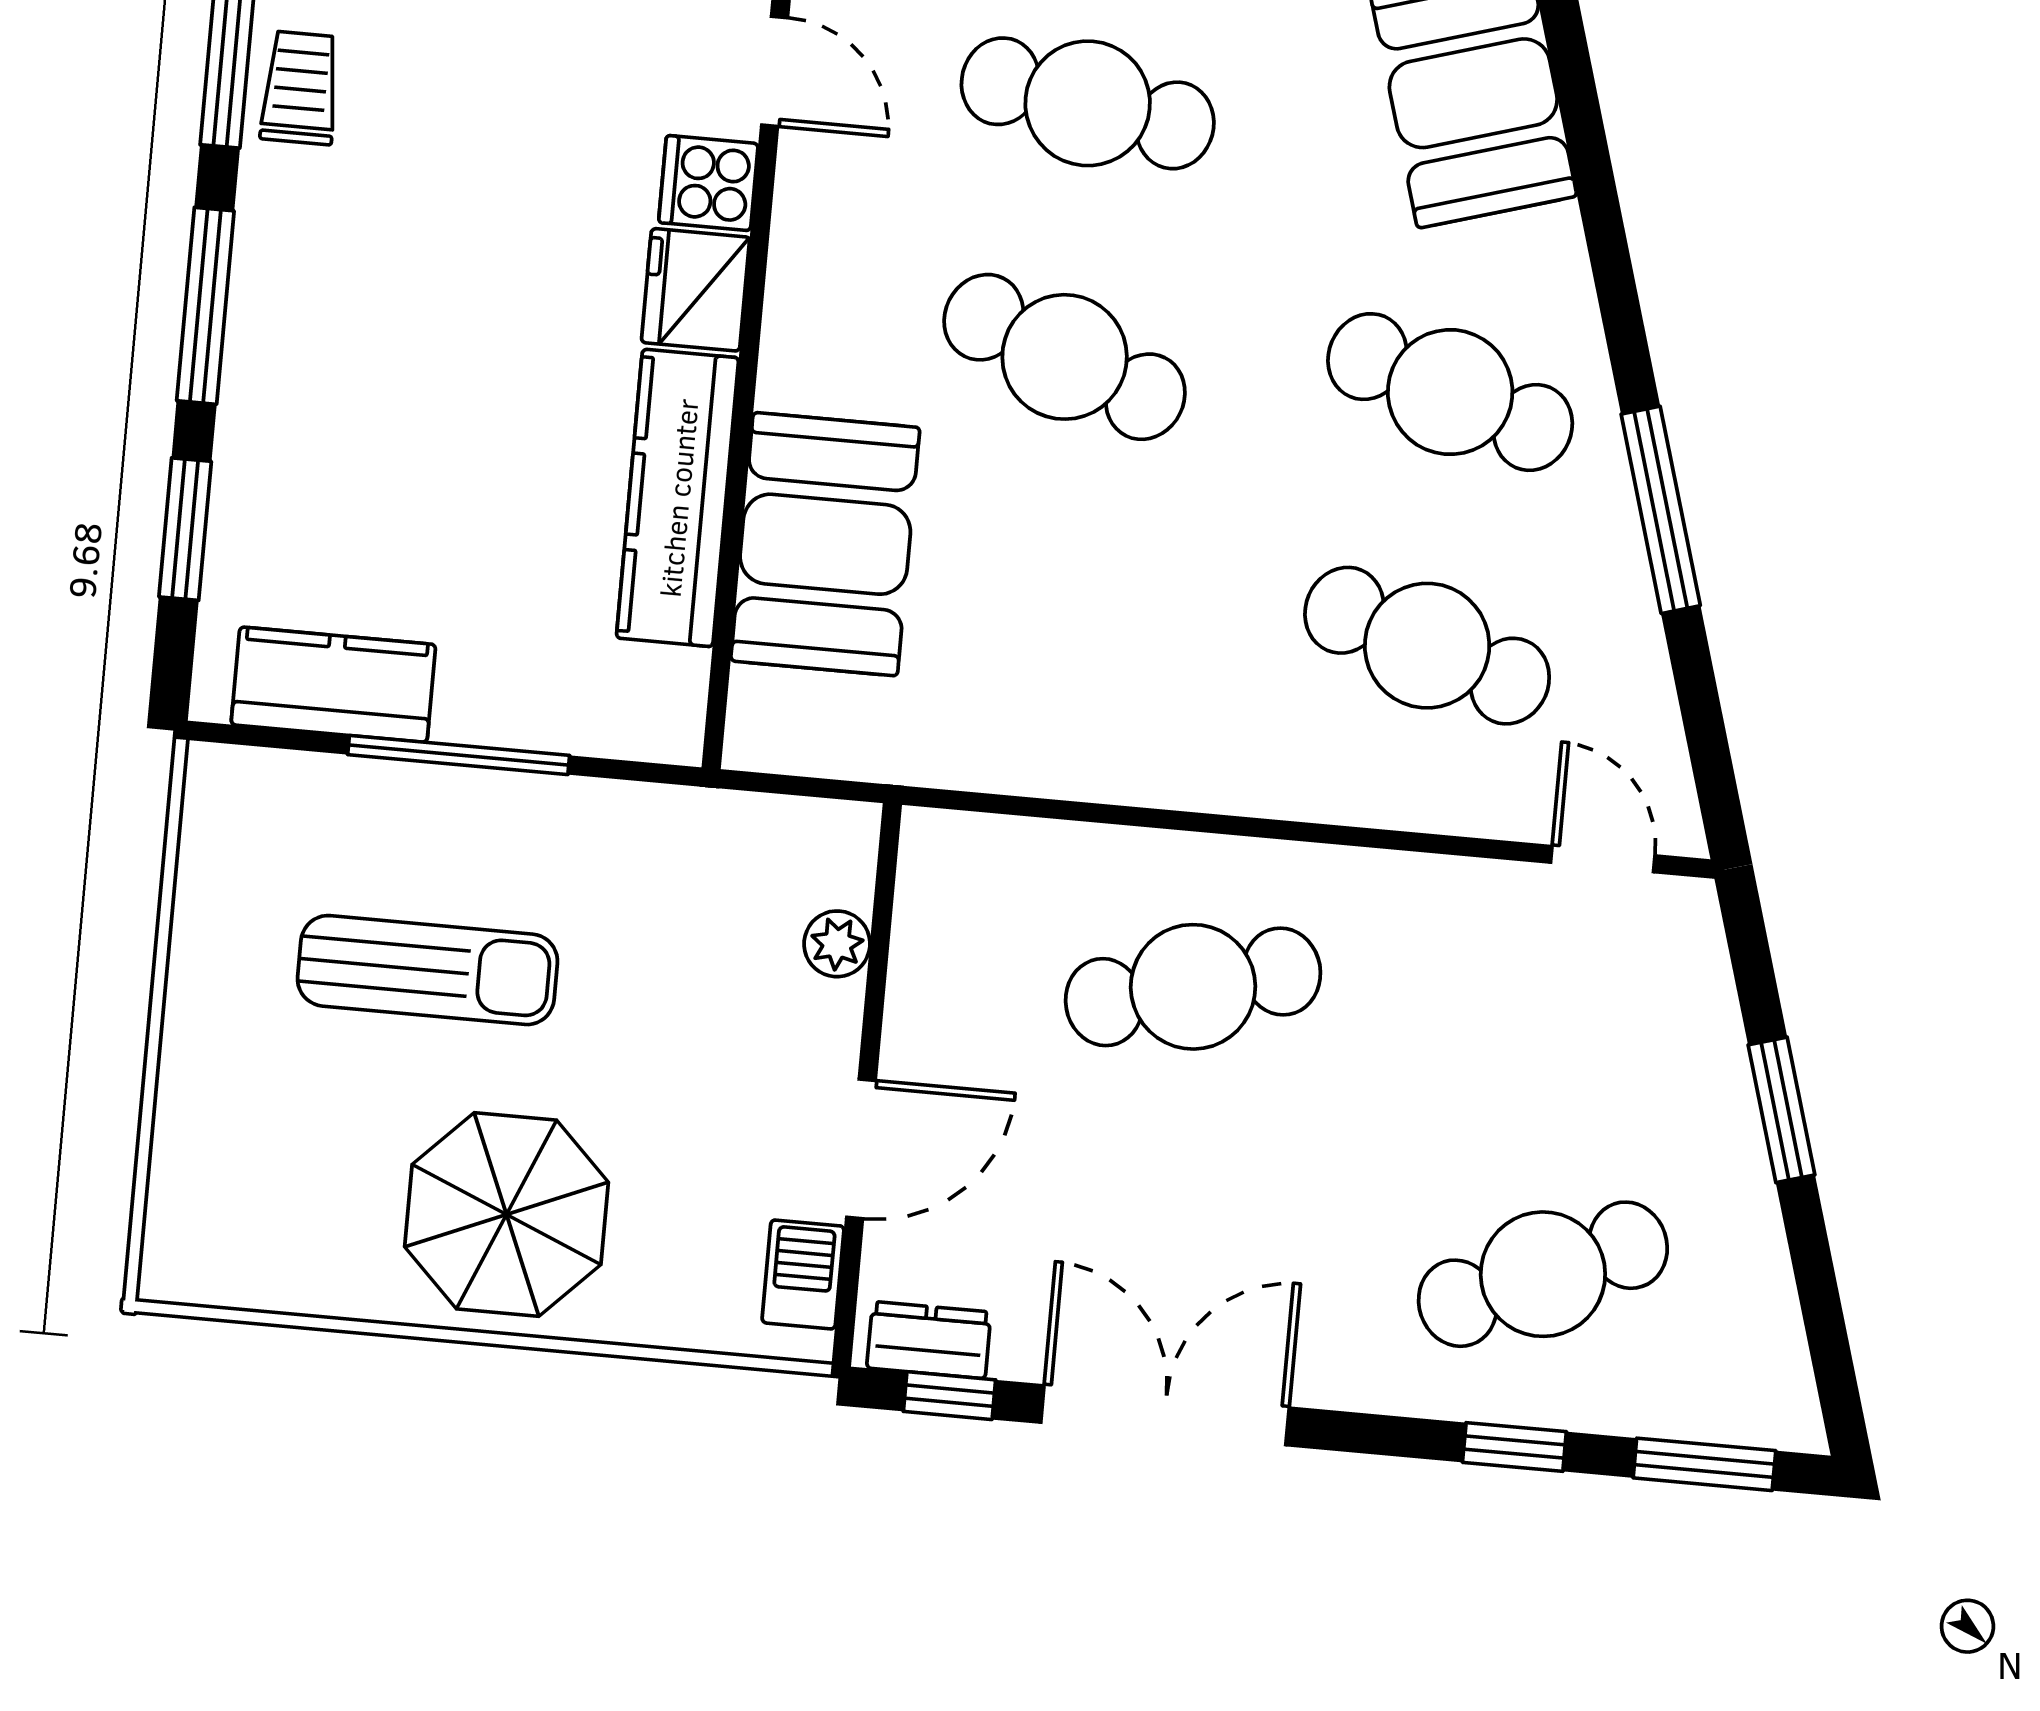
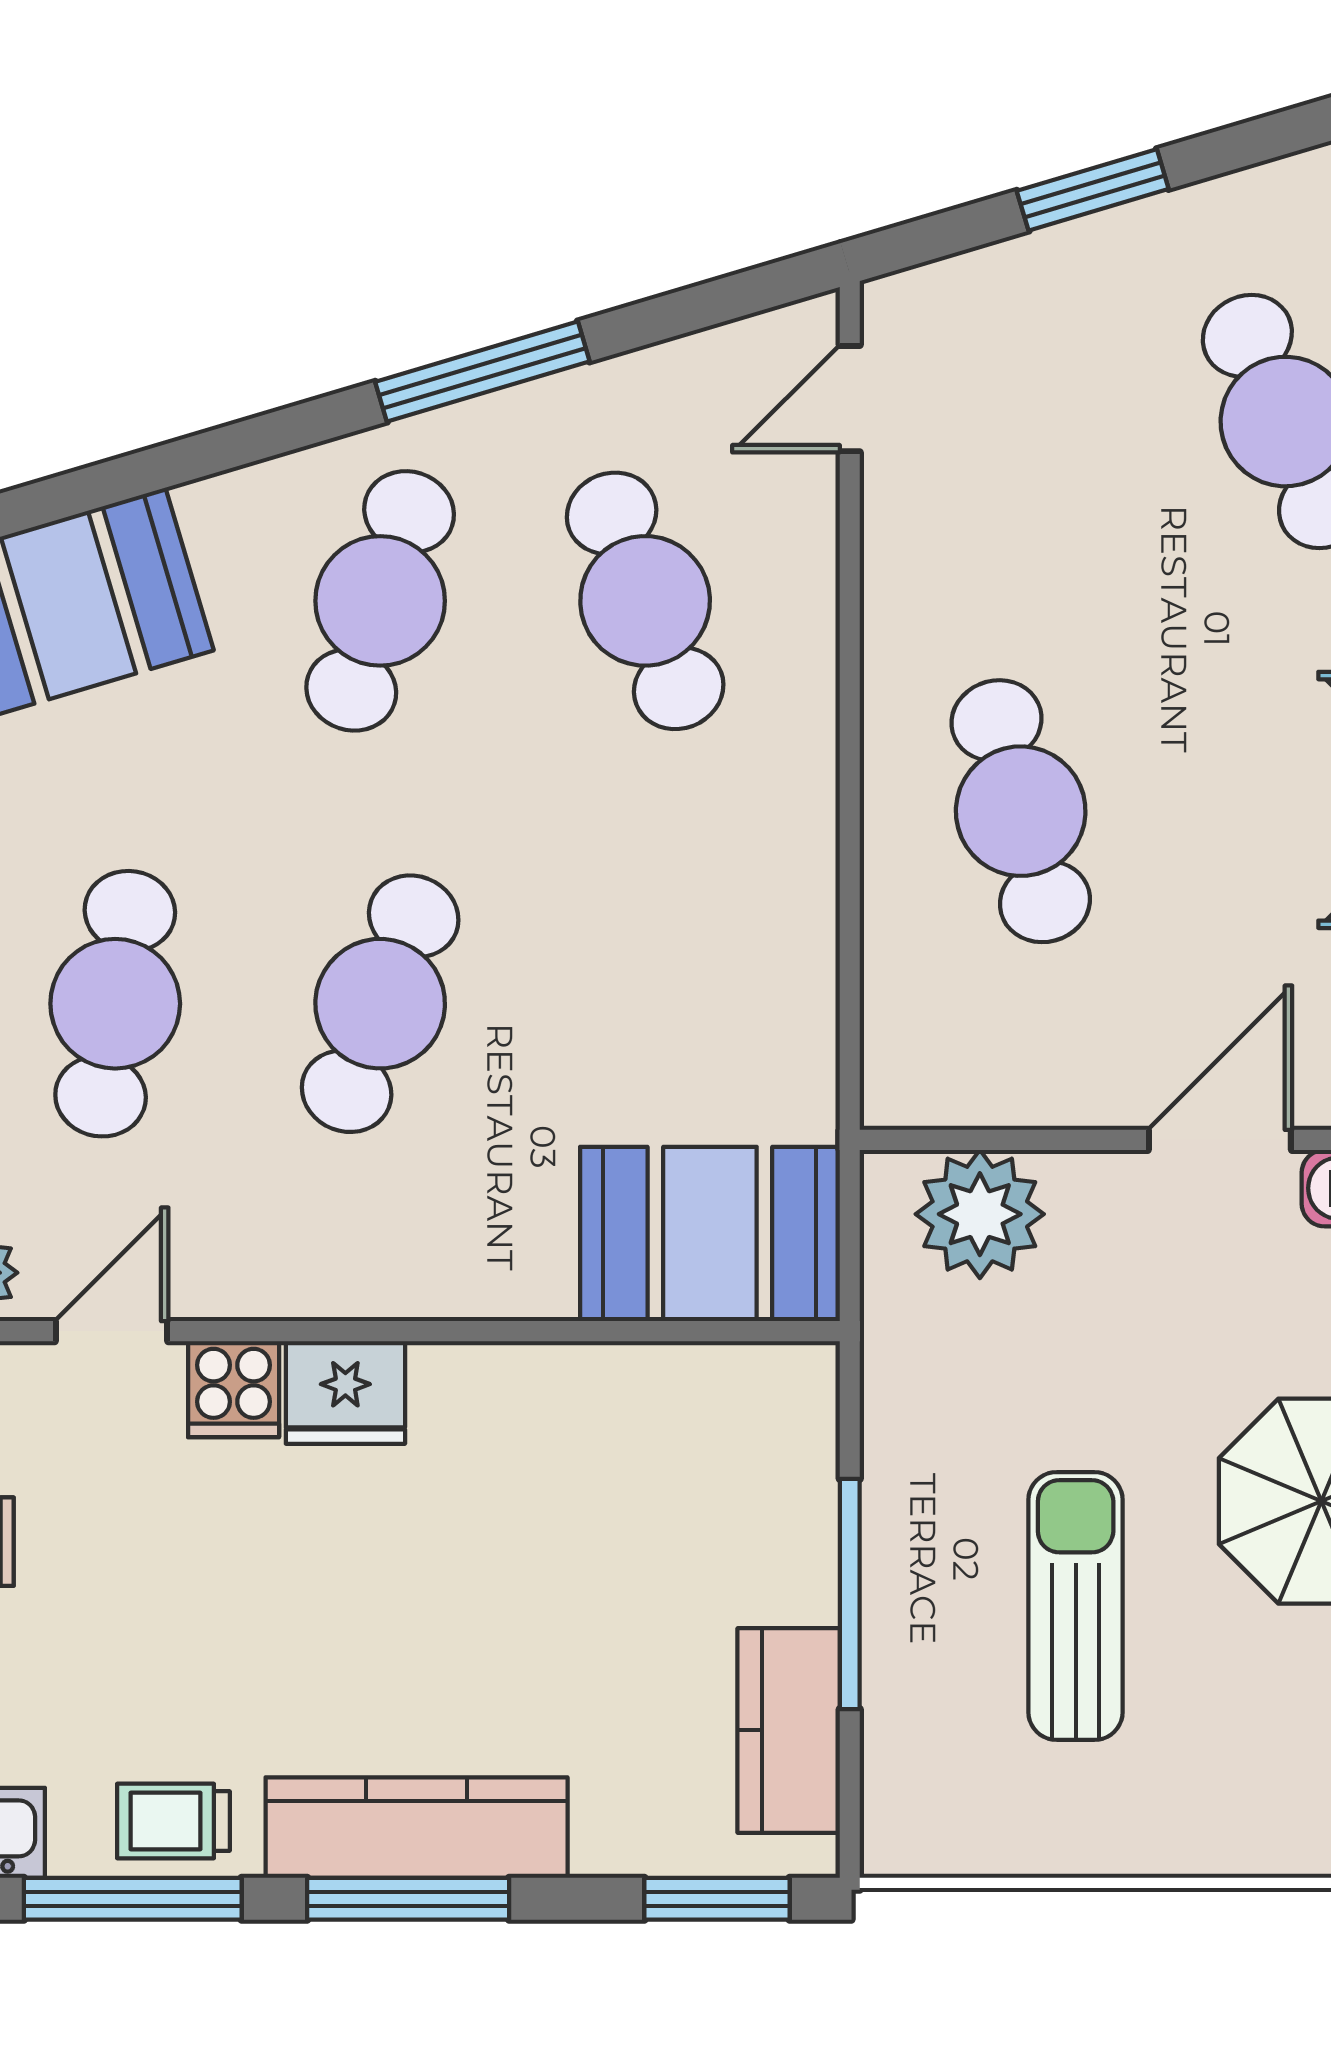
kitchen counter: (678, 498) -> (417, 1828), moved, turned 180
window: (185, 529) -> (717, 1899), moved
booth: (825, 544) -> (710, 1234), moved
cafe table: (1427, 646) -> (645, 601), turned -39
plant: (837, 944) -> (980, 1214), width x1.88, depth x1.88
door: (861, 1149) -> (1220, 1140), hinge flipped

